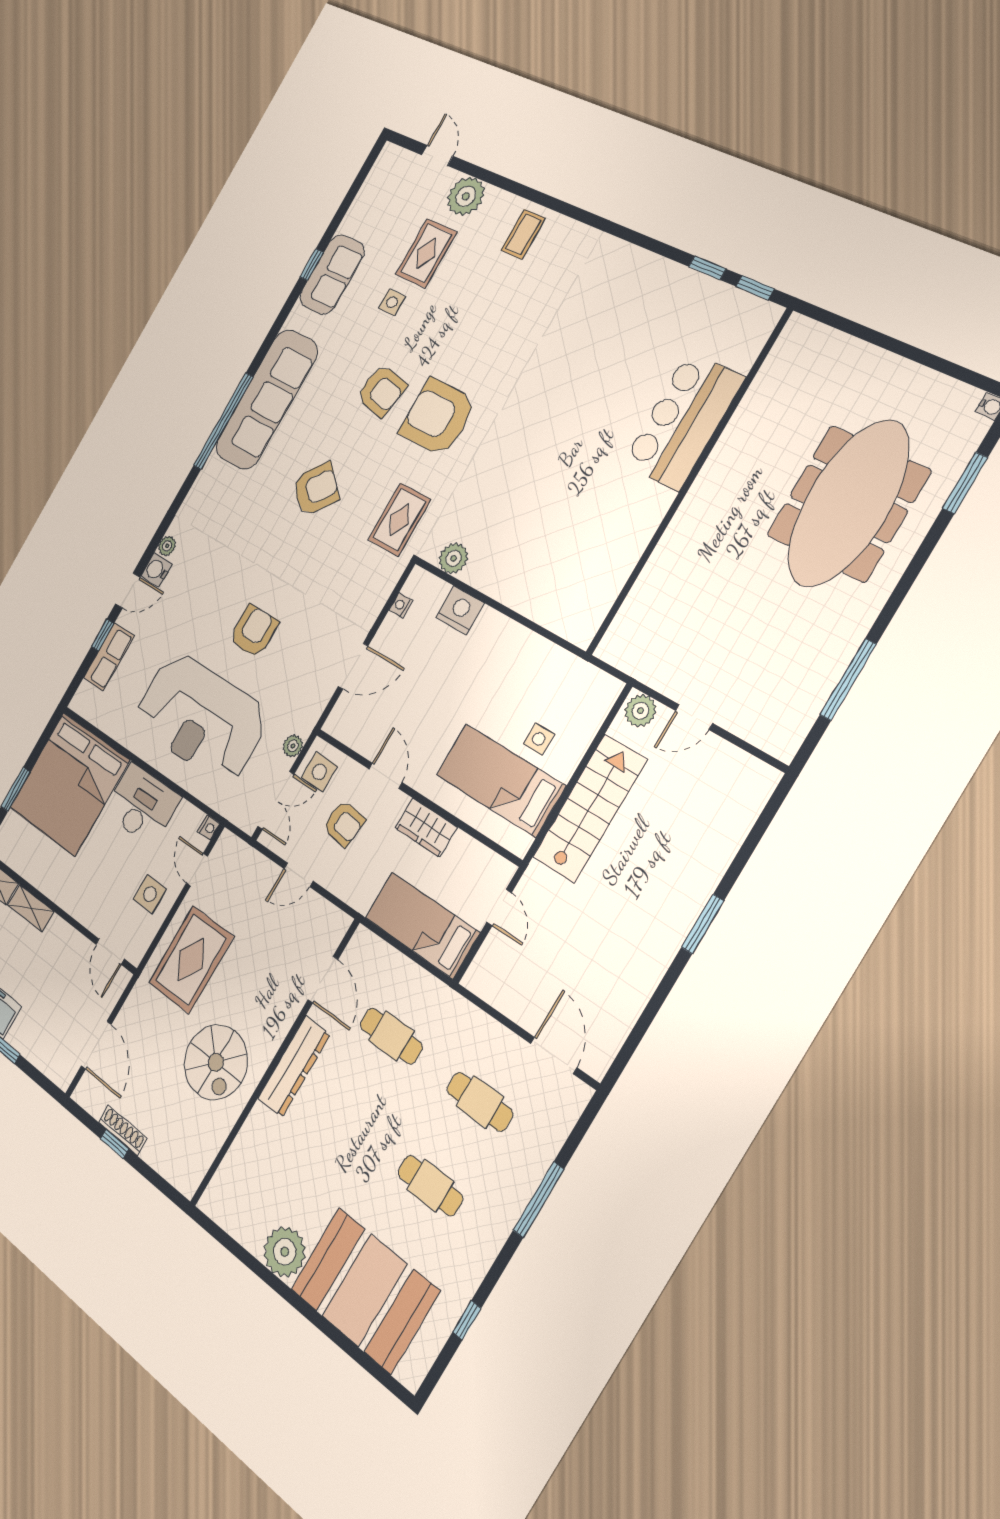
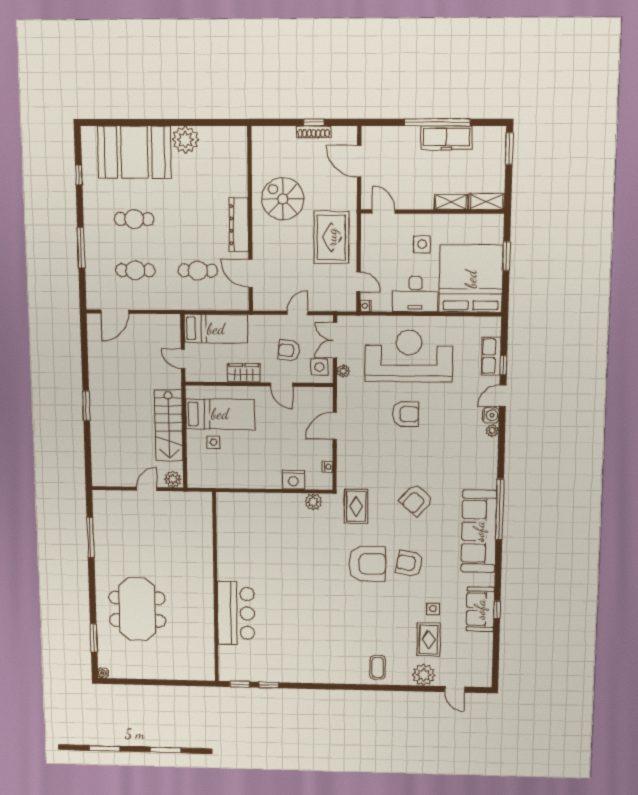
meeting table: (848, 503) -> (137, 609), width x0.73
armchair: (254, 631) -> (406, 414), turned -90
side table: (150, 894) -> (422, 244), moved
door: (554, 1056) -> (115, 312), hinge flipped

